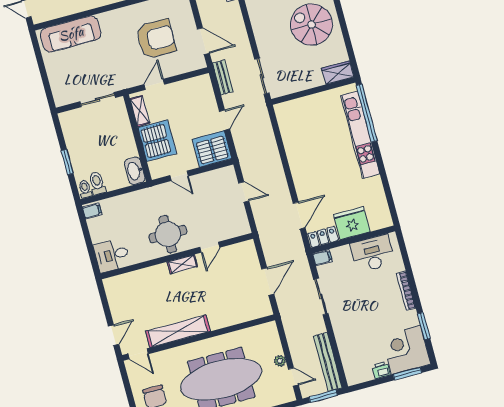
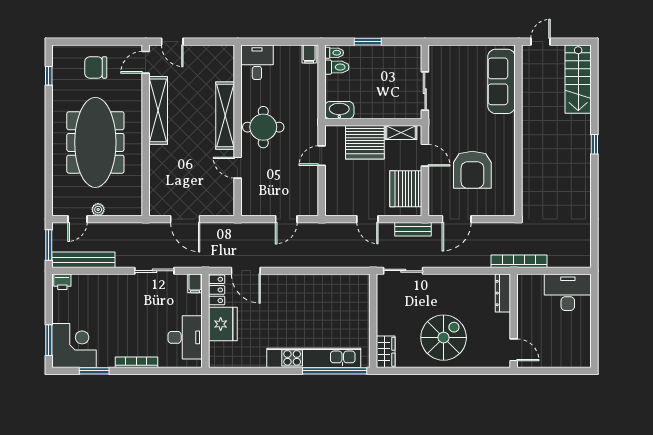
server rack: (212, 149) -> (406, 189), moved, turned 180
shelving: (182, 264) -> (225, 116), width x2.20, depth x1.33
printer: (381, 370) -> (62, 282), moved, turned 90

